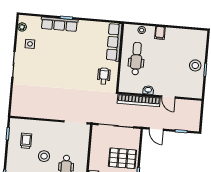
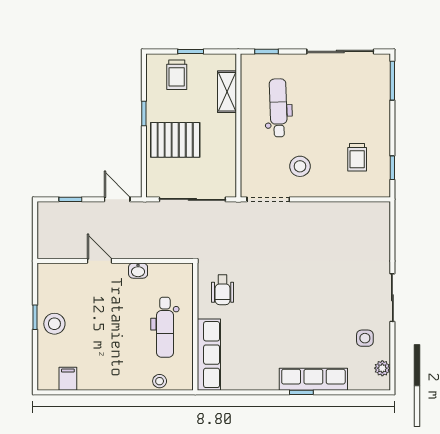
filing cabinet: (160, 33) -> (68, 379), moved
bookcase: (139, 100) -> (154, 250), removed
stool: (44, 156) -> (300, 166), moved

